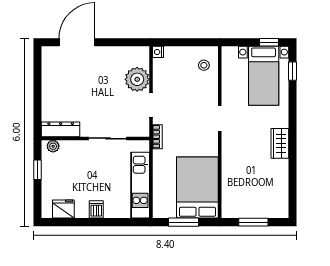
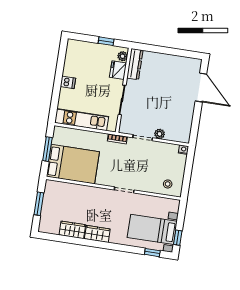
plant: (137, 79) -> (160, 134), width x0.53, depth x0.53
wardrobe: (279, 175) -> (72, 230), added
fridge: (63, 209) -> (118, 70), moved, turned 180

